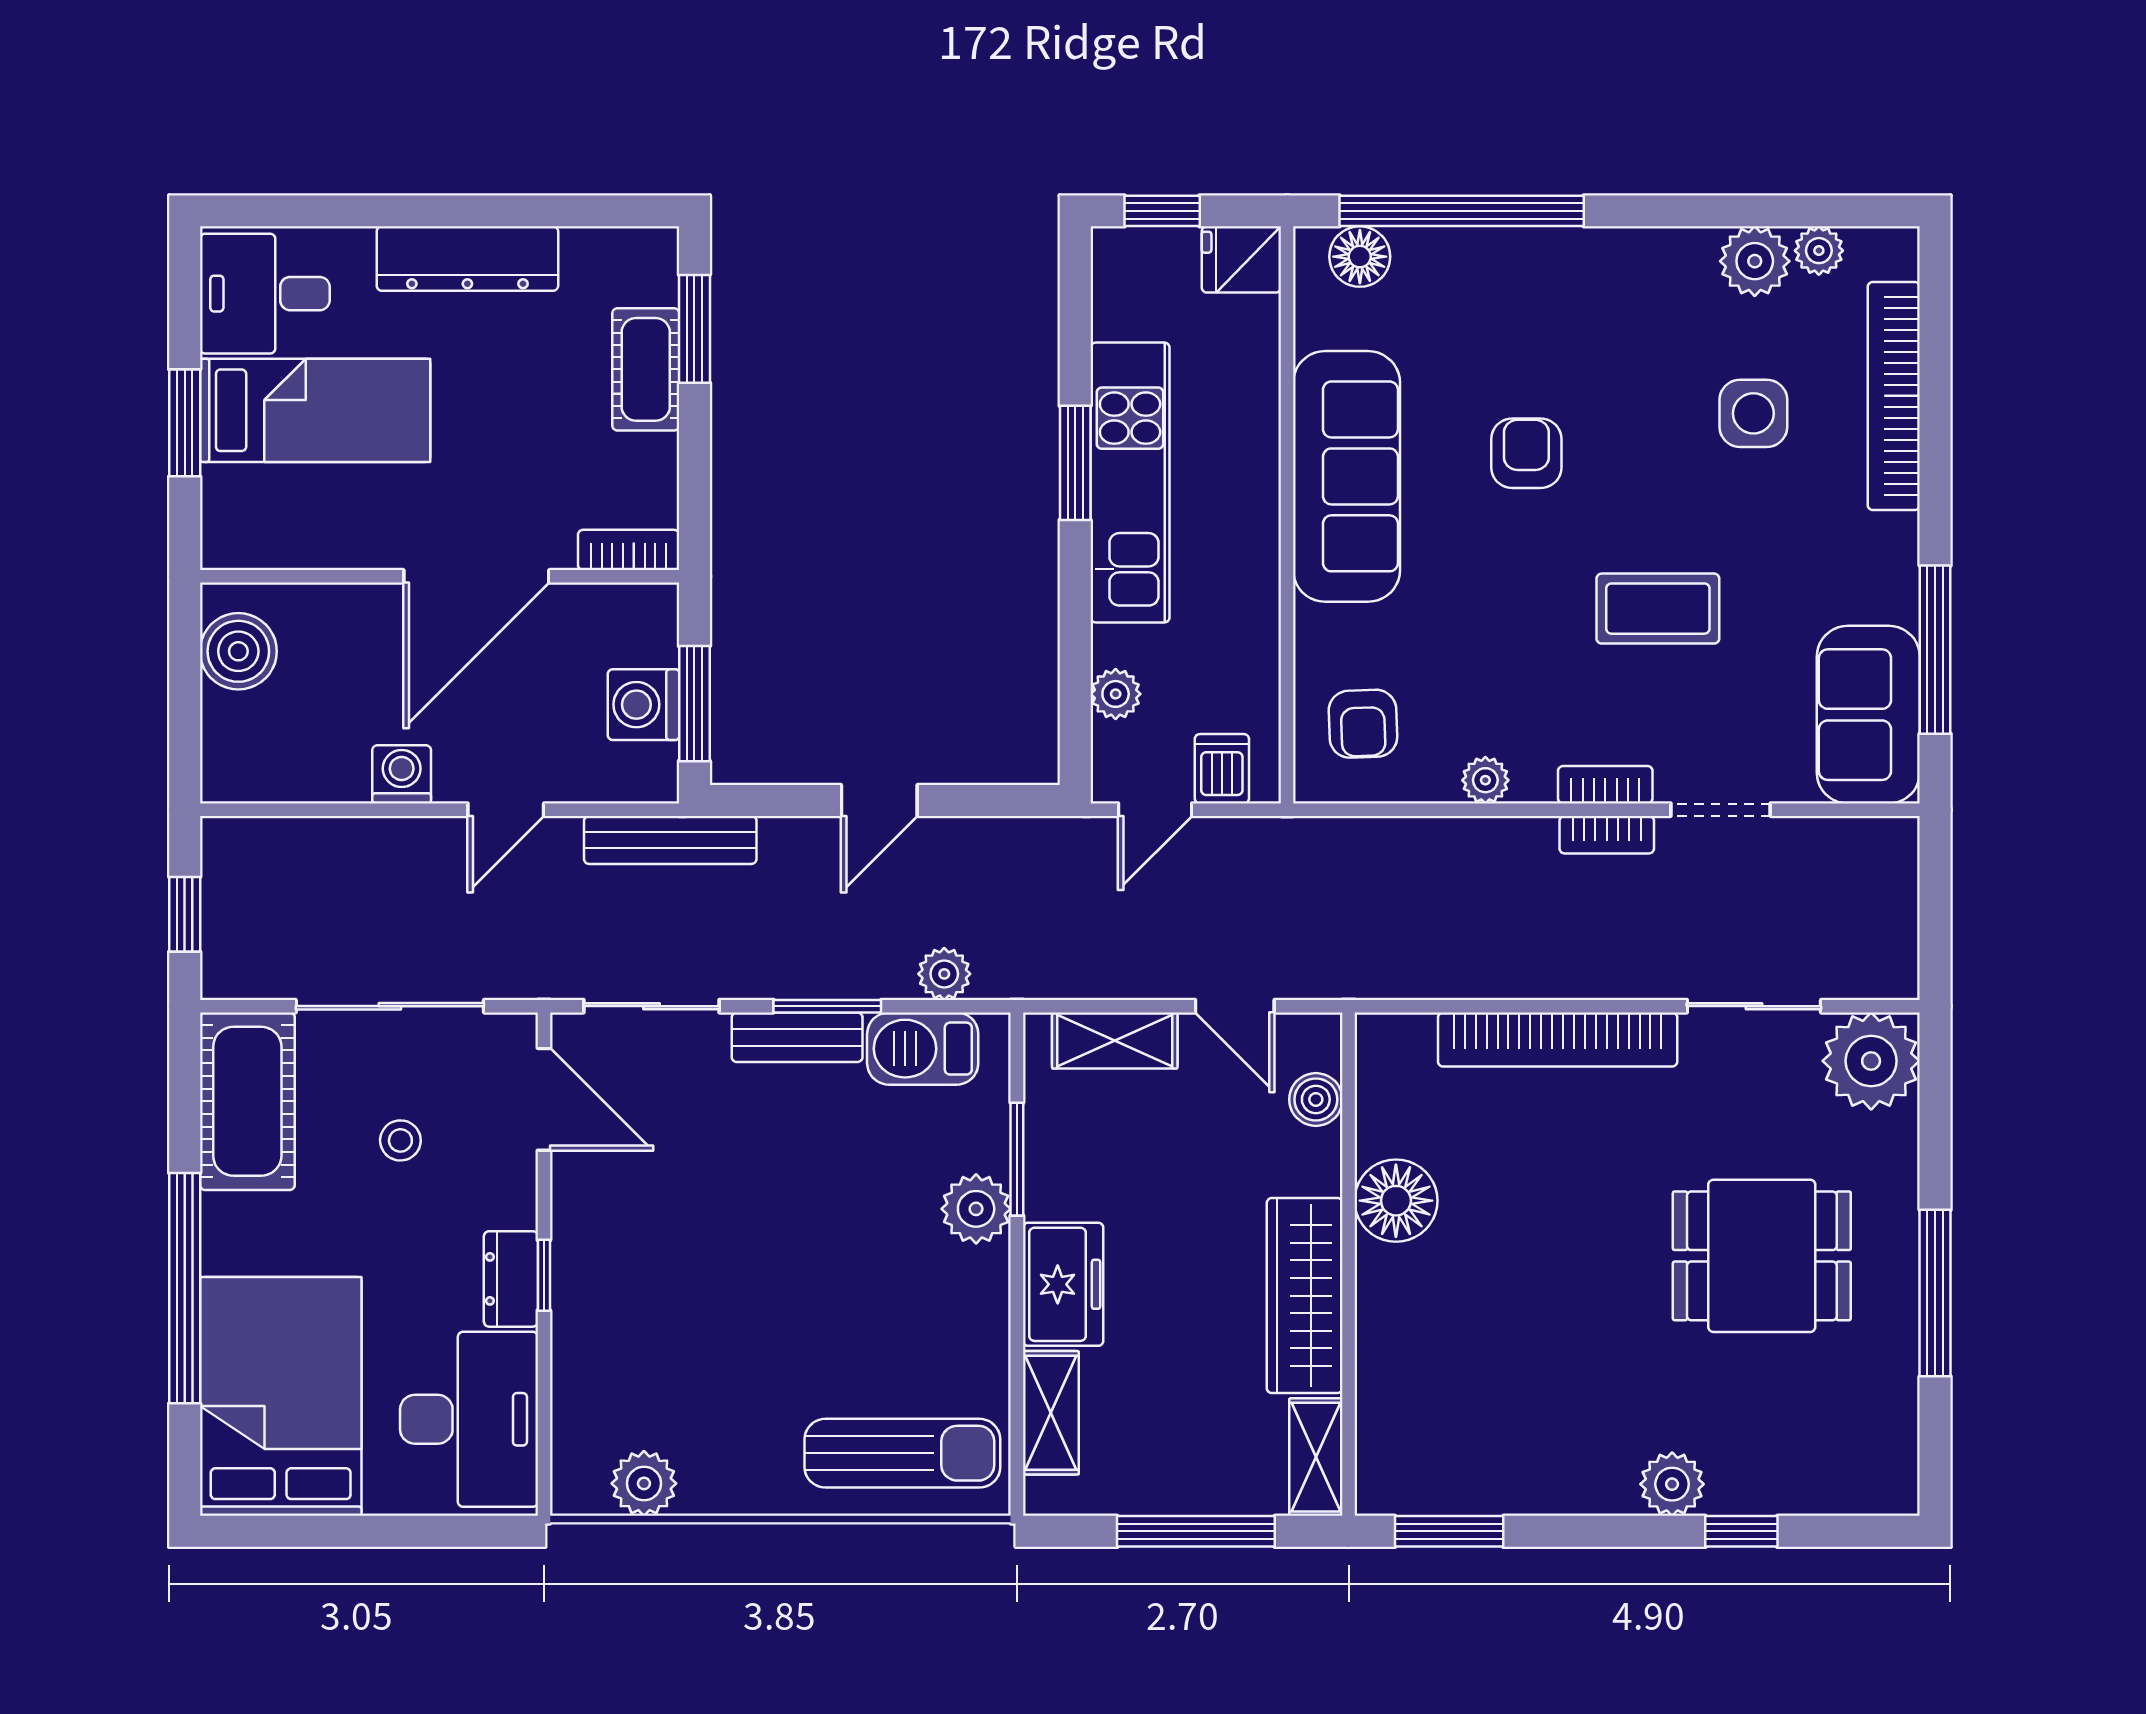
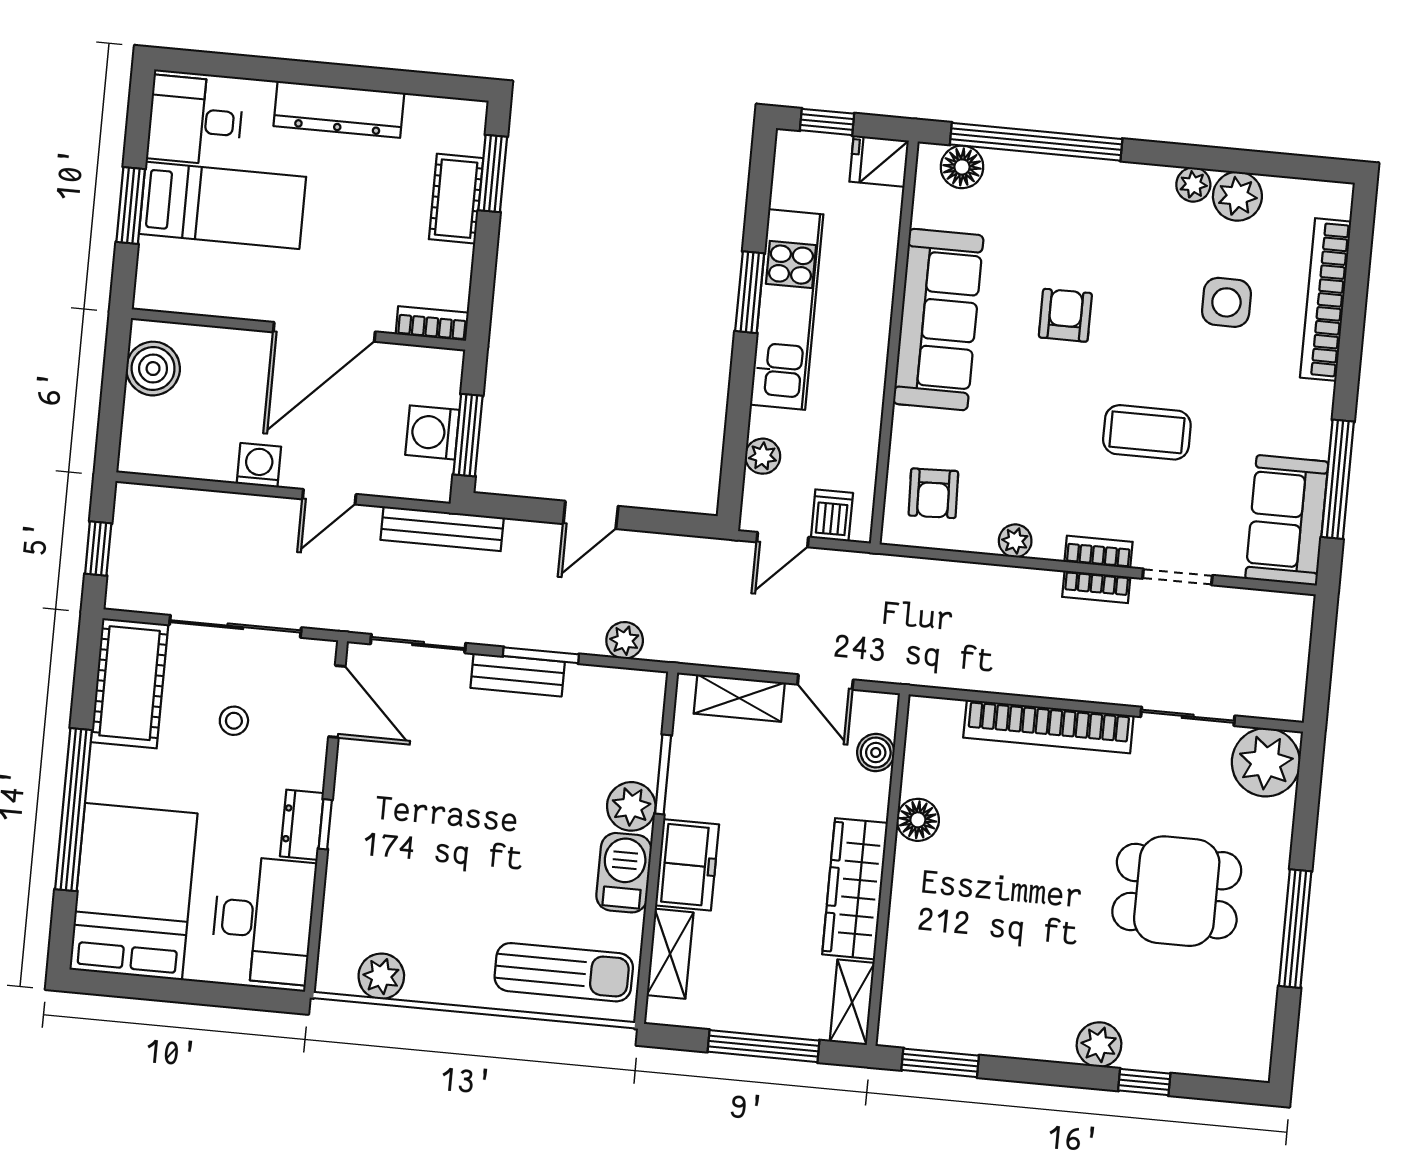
plant: (1819, 251) -> (1193, 185), moved
barbecue: (923, 1049) -> (624, 873), moved, turned 90
floor lamp: (1396, 1201) -> (918, 820), width x0.73, depth x0.73

